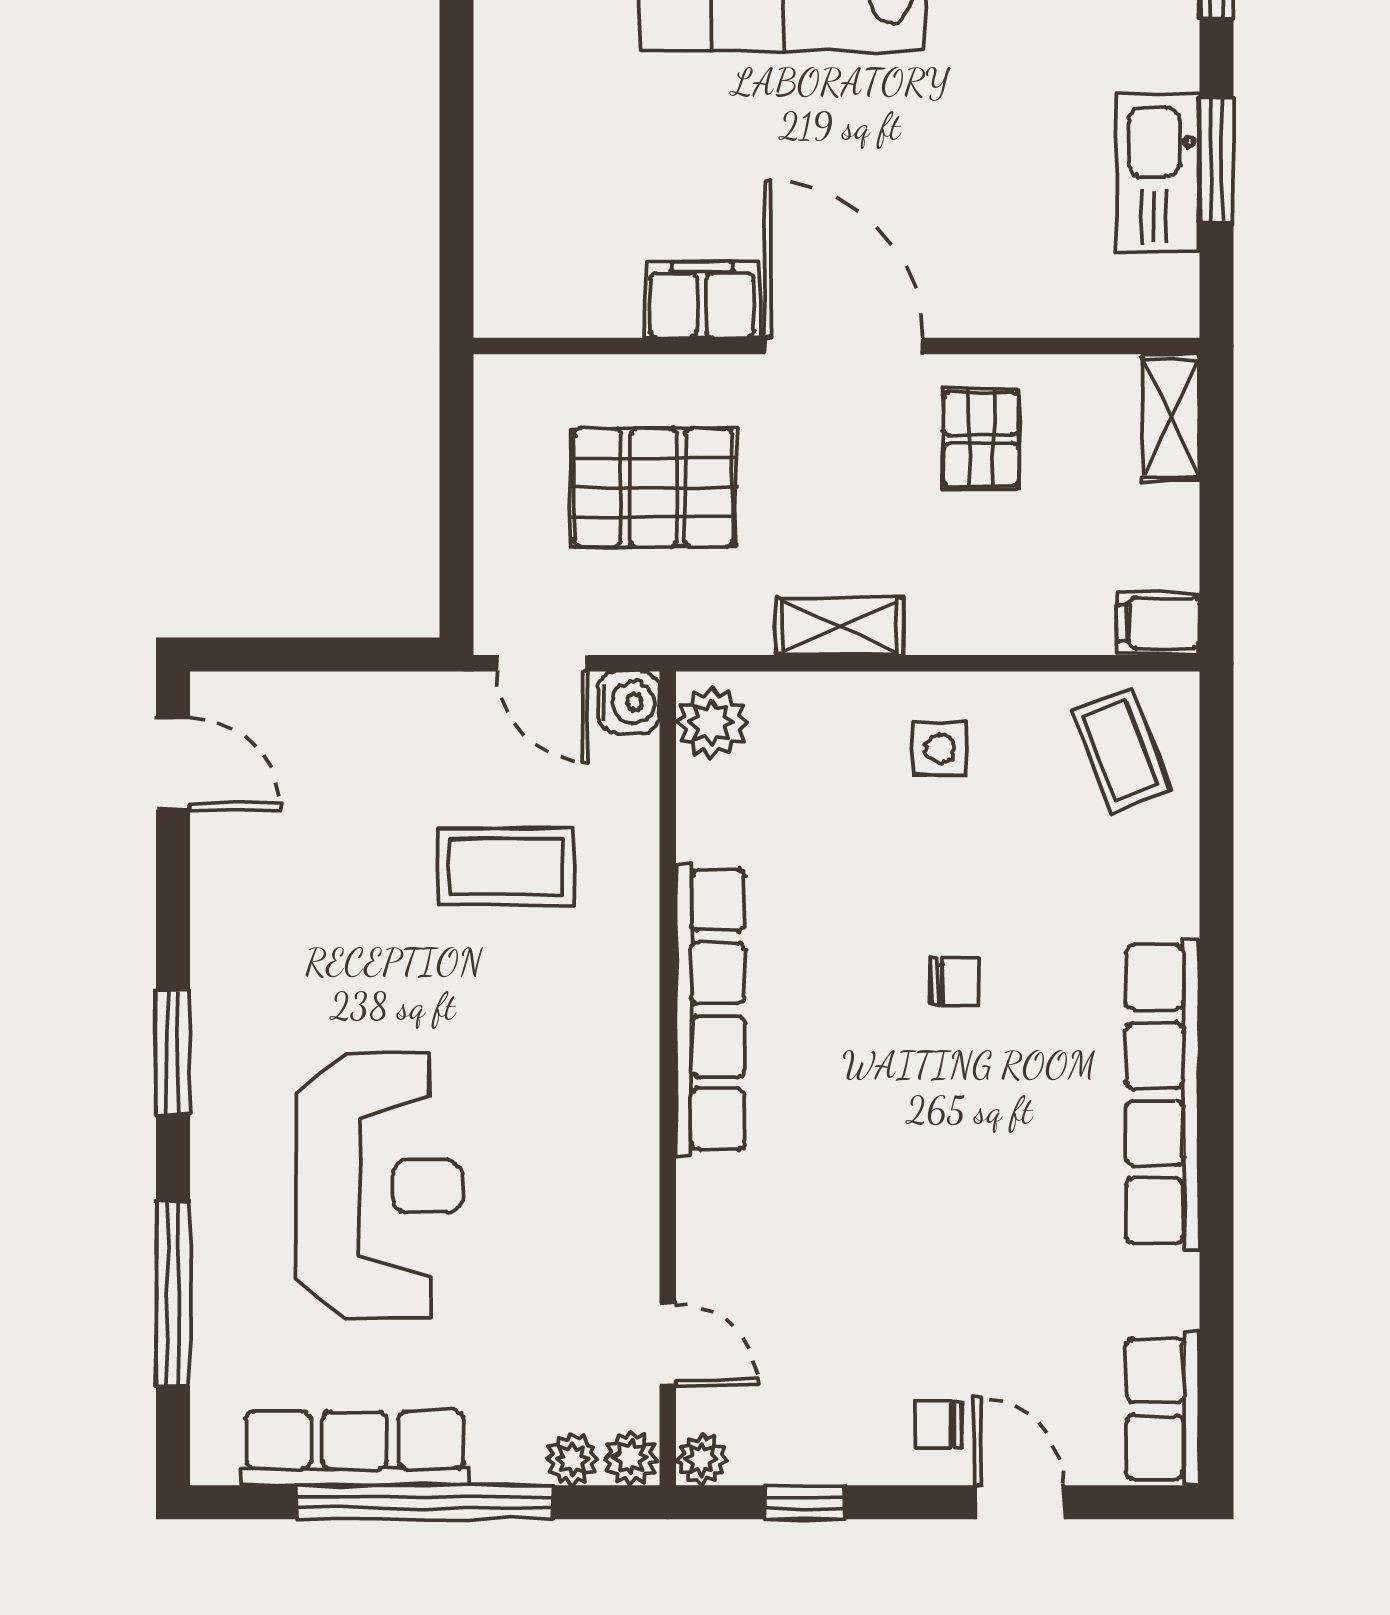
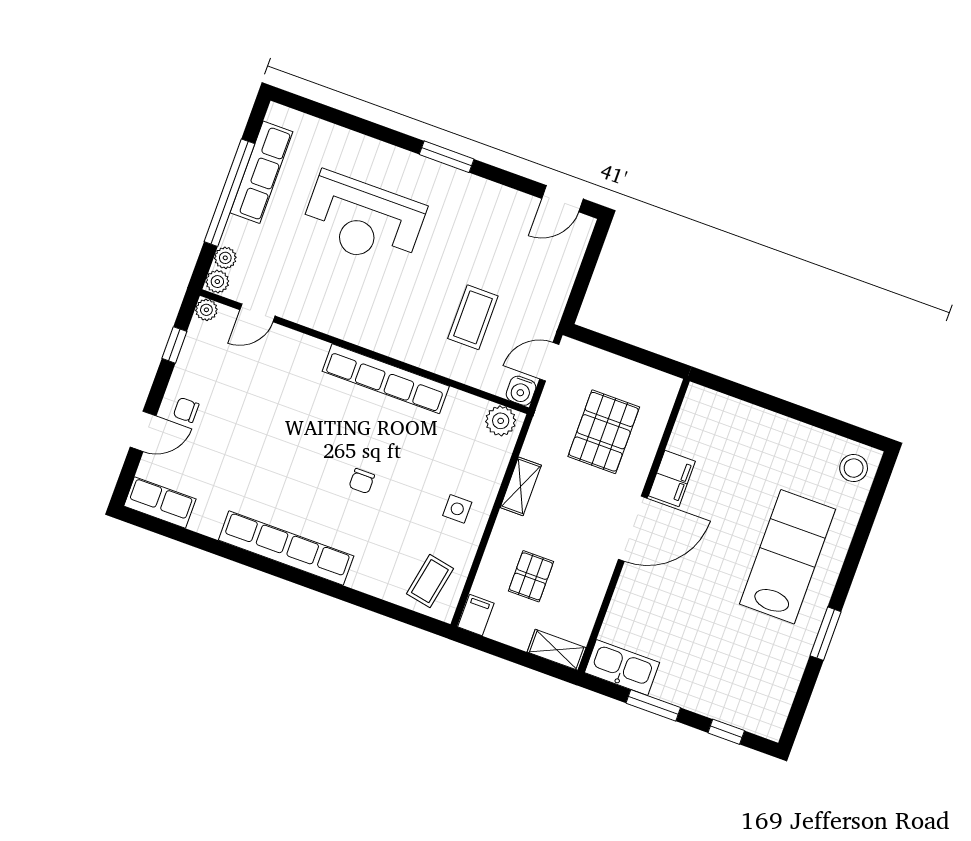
kitchen sink: (1158, 174) -> (622, 668), moved
pallet: (981, 439) -> (531, 576), moved, turned 90
coffee table: (1121, 751) -> (430, 581), turned -58
window: (173, 1294) -> (350, 122), removed
chair: (938, 1425) -> (186, 410), turned -90

